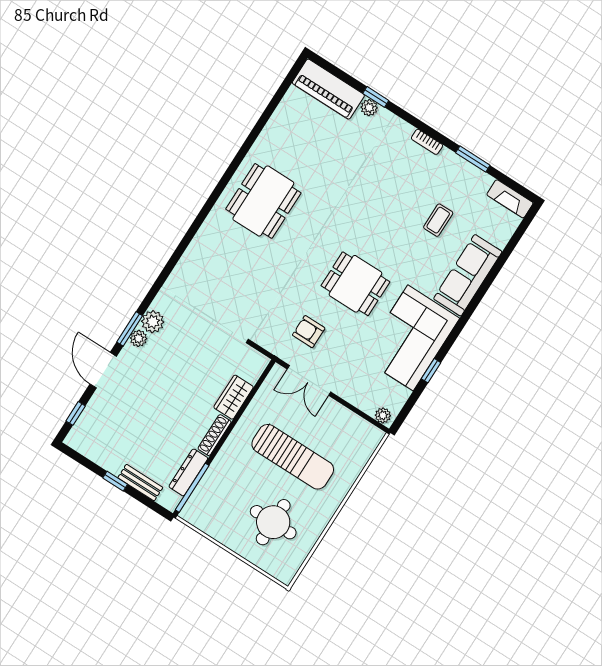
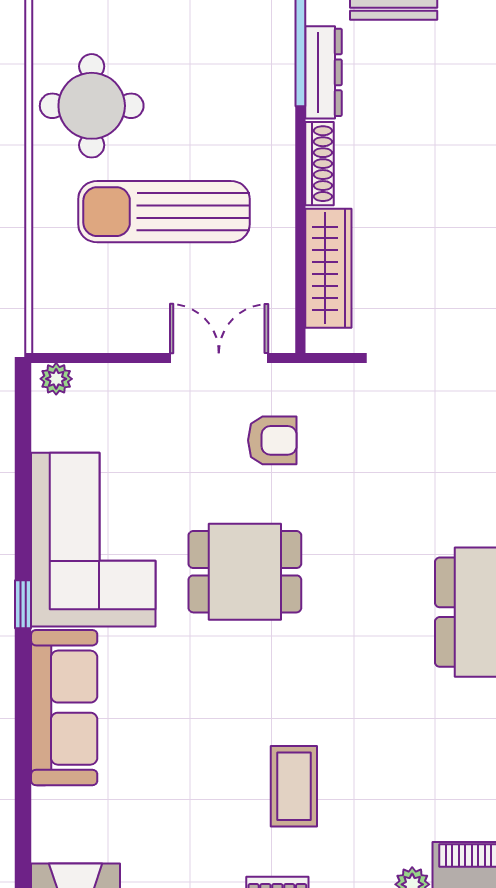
coffee table: (438, 220) -> (294, 786), moved, width x1.36, depth x1.30
window: (431, 371) -> (23, 604), moved
wardrobe: (234, 397) -> (328, 268), width x1.50
round table: (273, 522) -> (92, 106), moved

